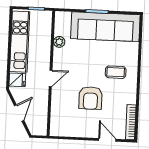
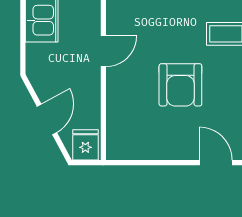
fridge: (17, 80) -> (85, 145), moved, turned -90

